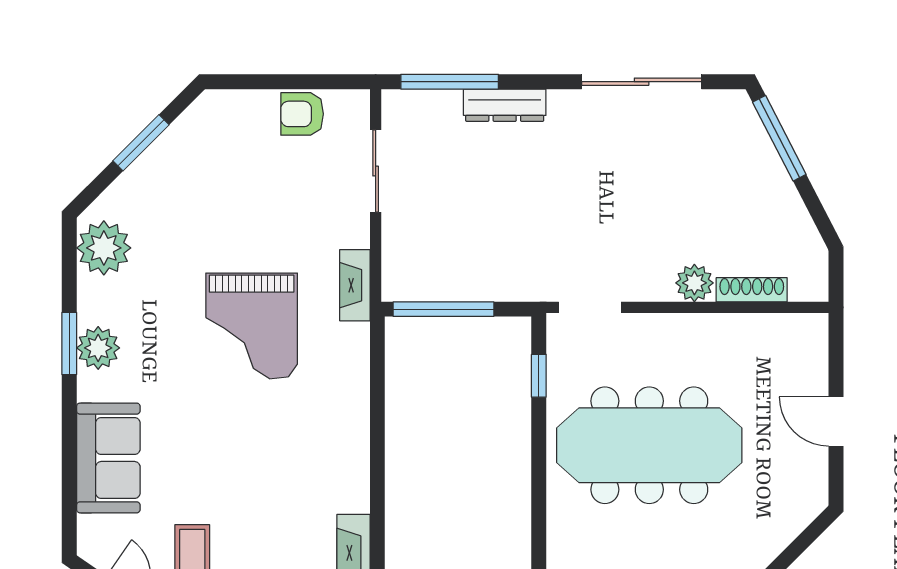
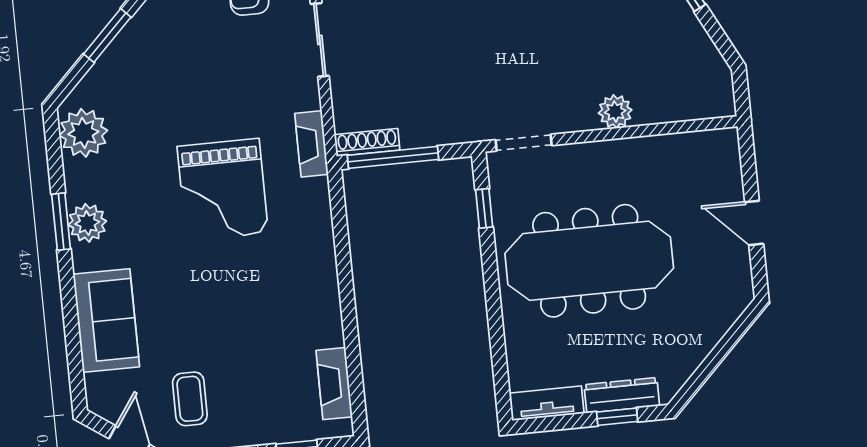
shoe rack: (752, 290) -> (367, 142), moved

